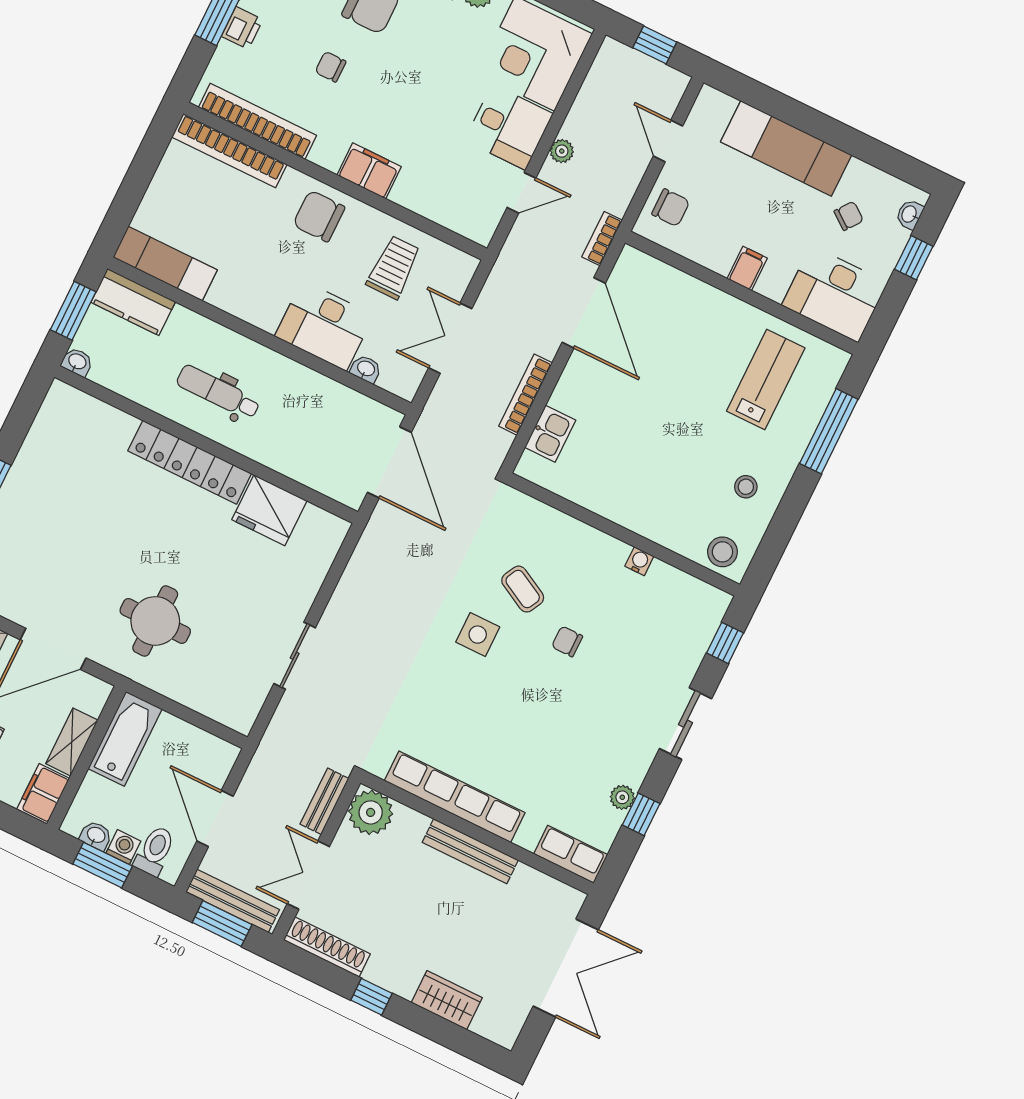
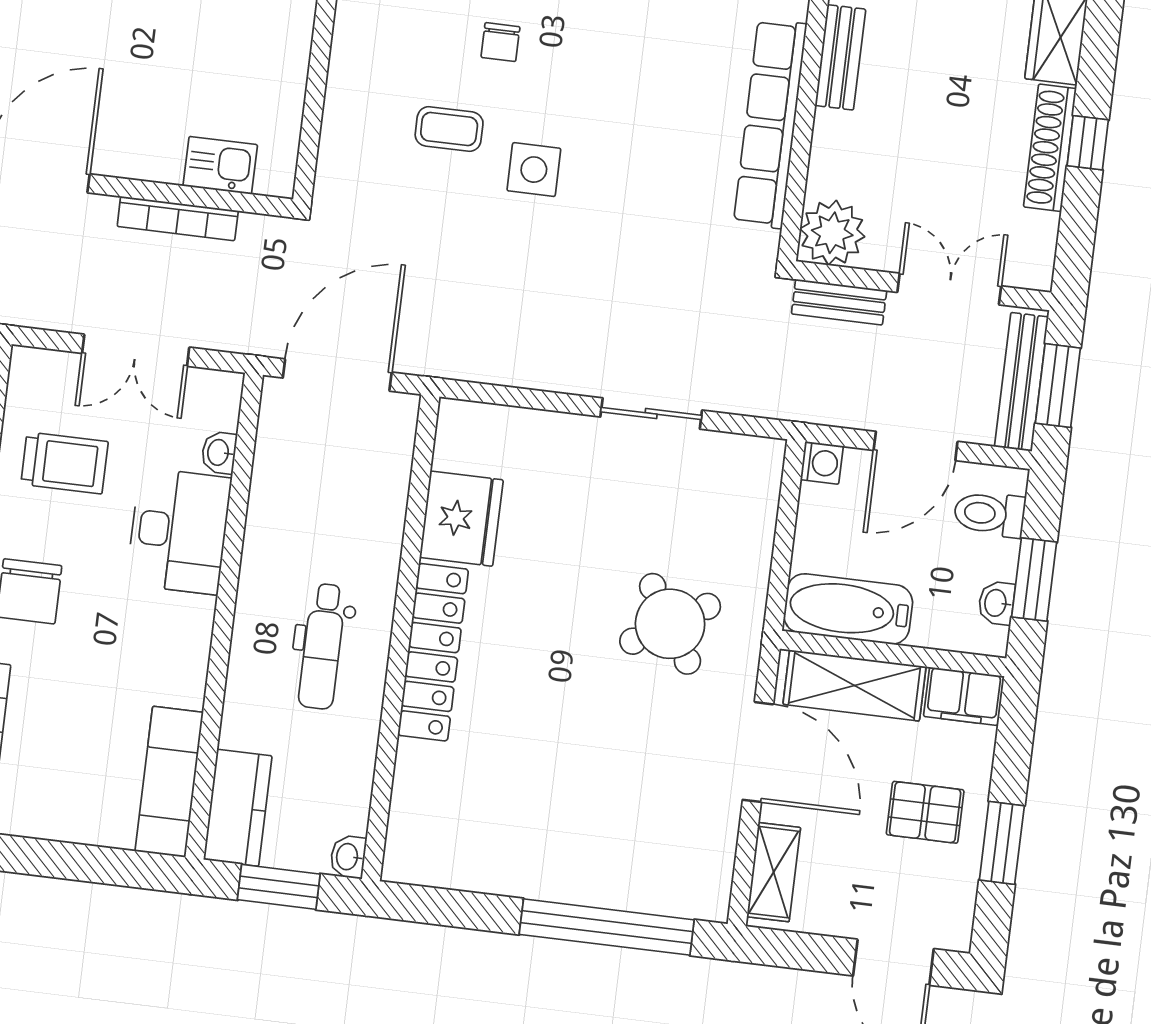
trolley: (394, 267) -> (65, 463), turned 180
coffee table: (523, 589) -> (449, 129), turned 62
round table: (155, 621) -> (670, 624), turned -32
shelving: (72, 742) -> (854, 685), width x1.50, depth x1.33
washing machine: (123, 847) -> (822, 463), moved, turned 180
bench: (470, 851) -> (840, 57), width x0.73
double door: (308, 875) -> (949, 289), swing flipped
shoe rack: (327, 947) -> (1050, 148), moved

